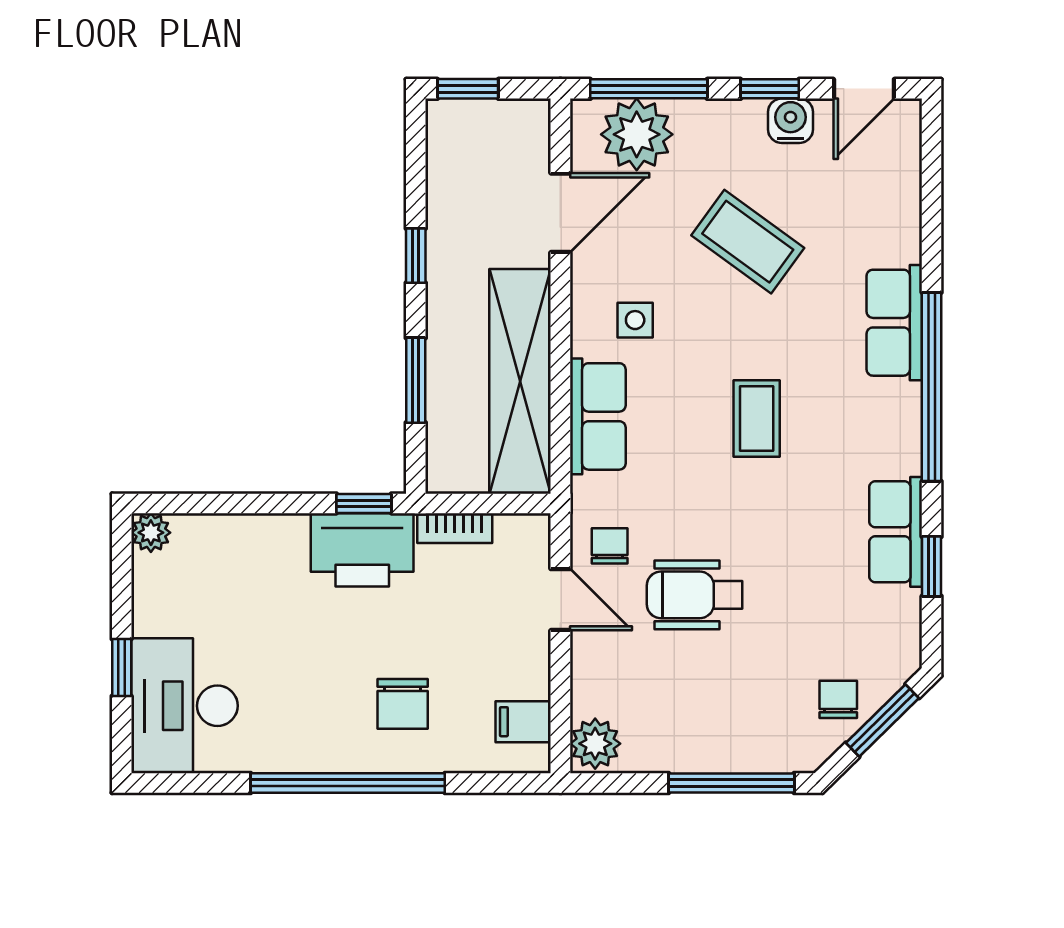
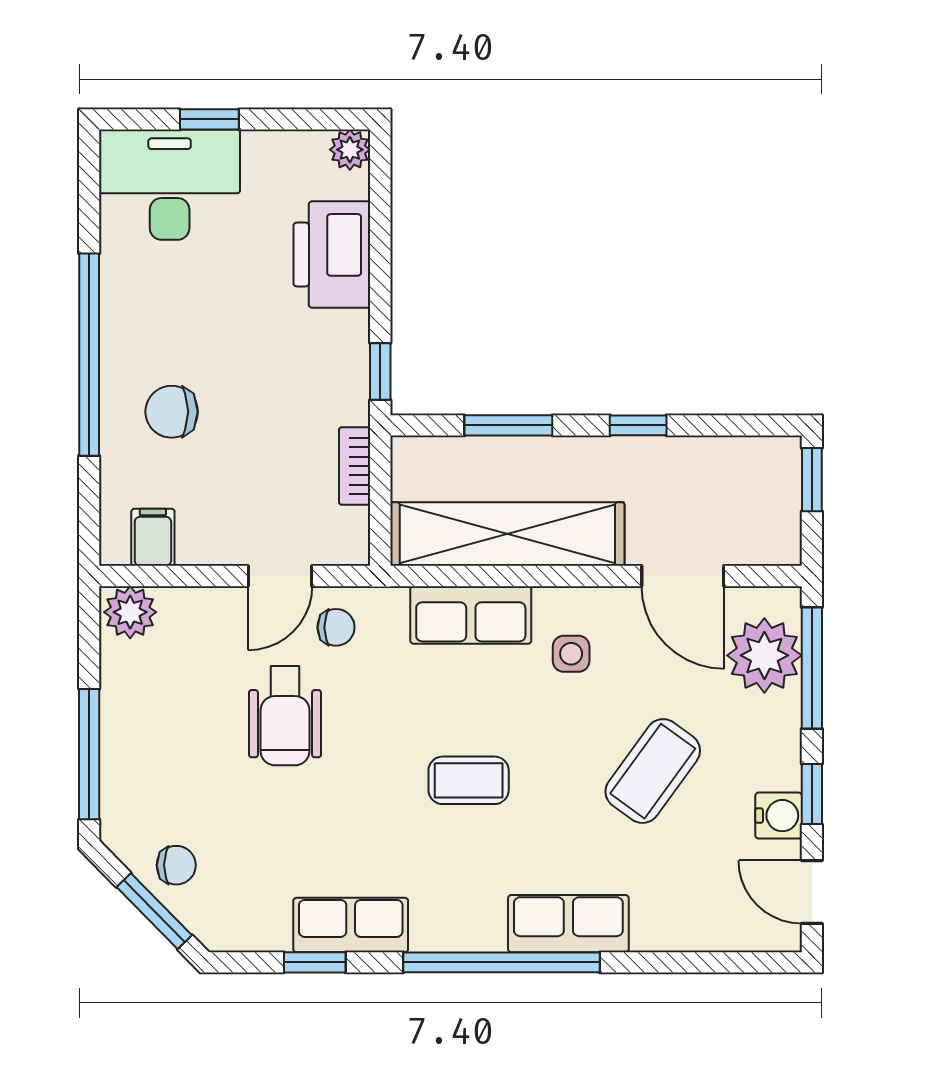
printer: (362, 550) -> (332, 254), moved
wheelchair: (695, 595) -> (285, 716), turned 180

